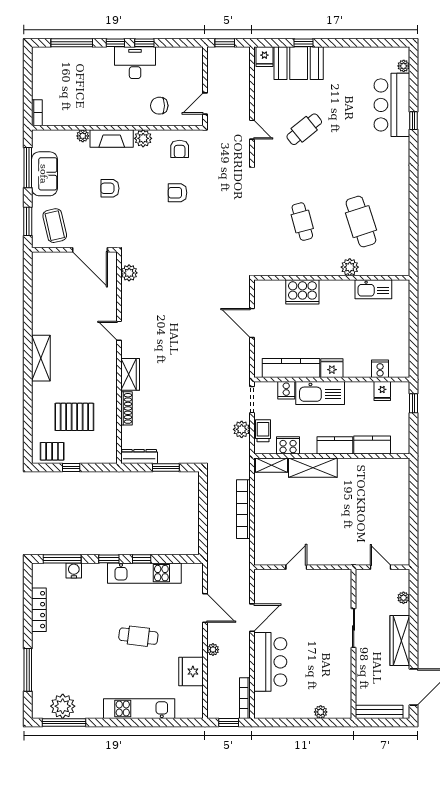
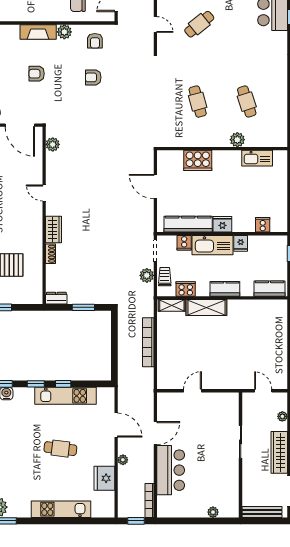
plant: (83, 136) -> (14, 30), removed
cafe table: (361, 222) -> (247, 102), width x0.73, depth x0.74
fridge: (382, 391) -> (241, 243), moved
shoe rack: (127, 408) -> (50, 254), width x0.70
kitchen counter: (372, 445) -> (270, 289), moved
dresser: (139, 457) -> (56, 298), width x0.70

